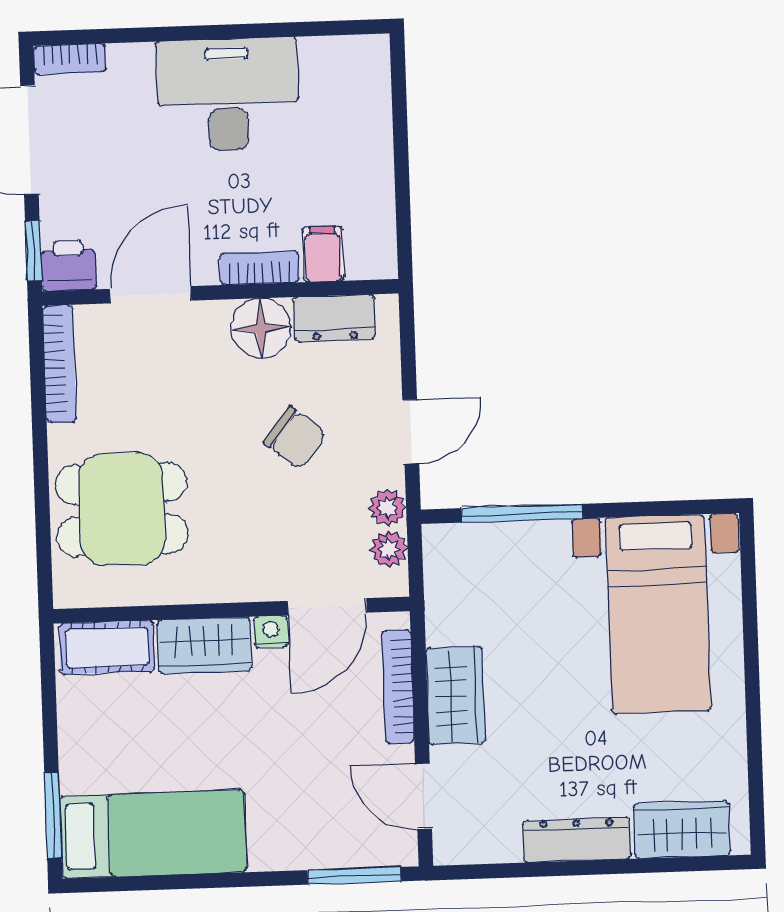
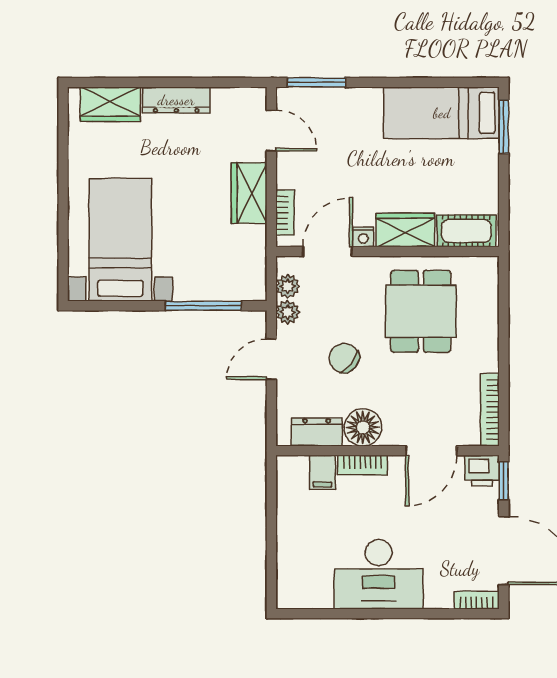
dining table: (122, 509) -> (421, 311), moved, turned 90
bookcase: (398, 687) -> (285, 213), width x0.64

